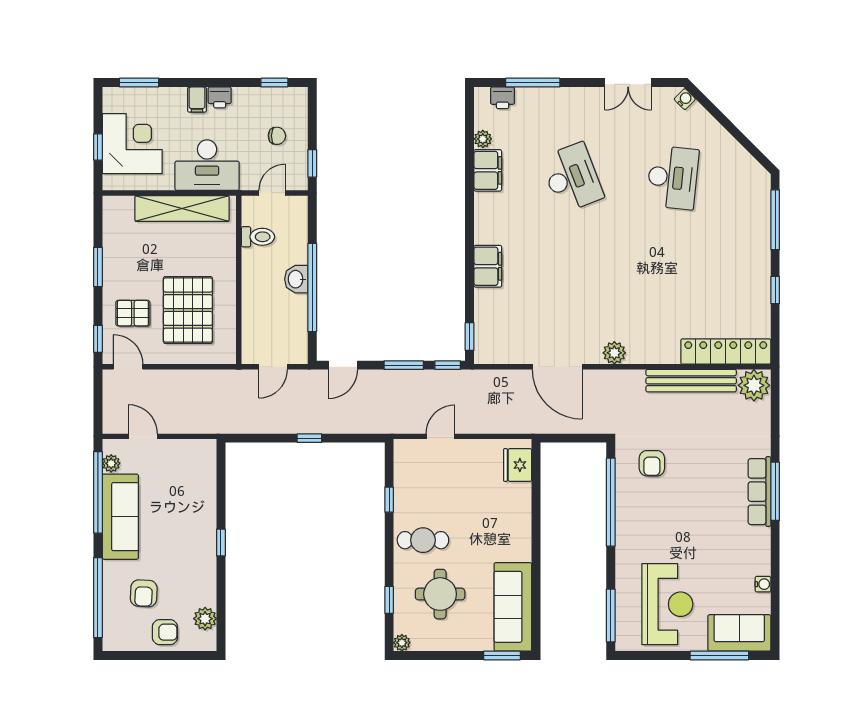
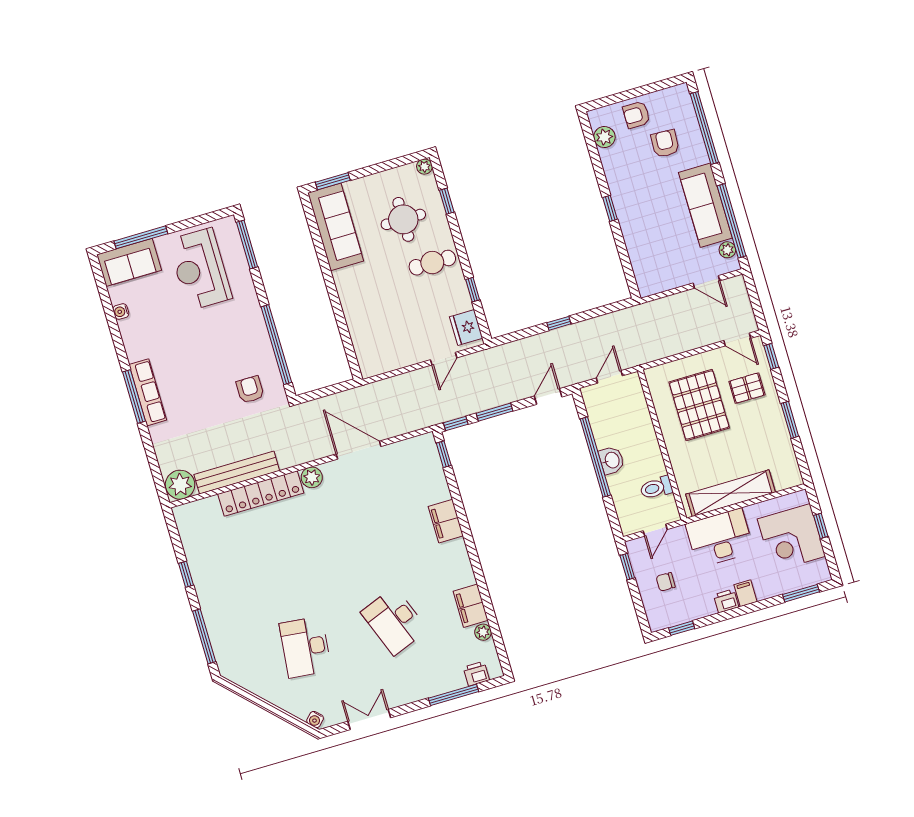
locker: (726, 352) -> (261, 494), moved
fridge: (518, 465) -> (466, 328), moved, turned 180

